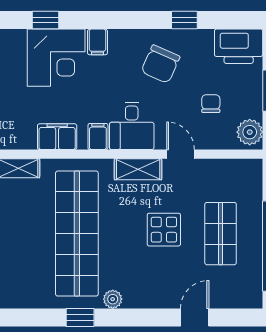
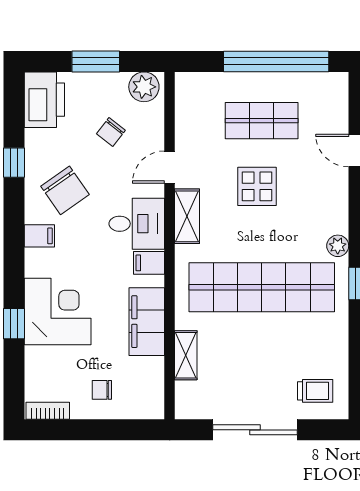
filing cabinet: (97, 42) -> (39, 236), moved
chair: (160, 64) -> (65, 190), turned 31
chair: (211, 104) -> (111, 132), turned -52
filing cabinet: (57, 137) -> (147, 322), width x1.50, depth x1.17

